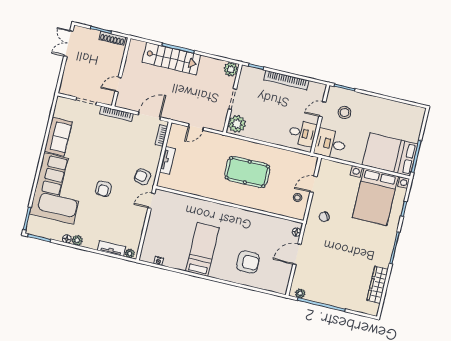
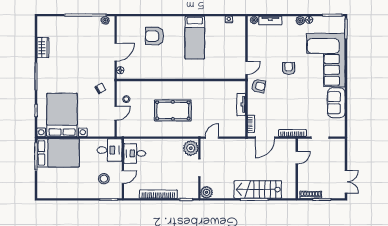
door: (196, 127) -> (212, 138), moved
wardrobe: (378, 285) -> (43, 48), width x0.67

